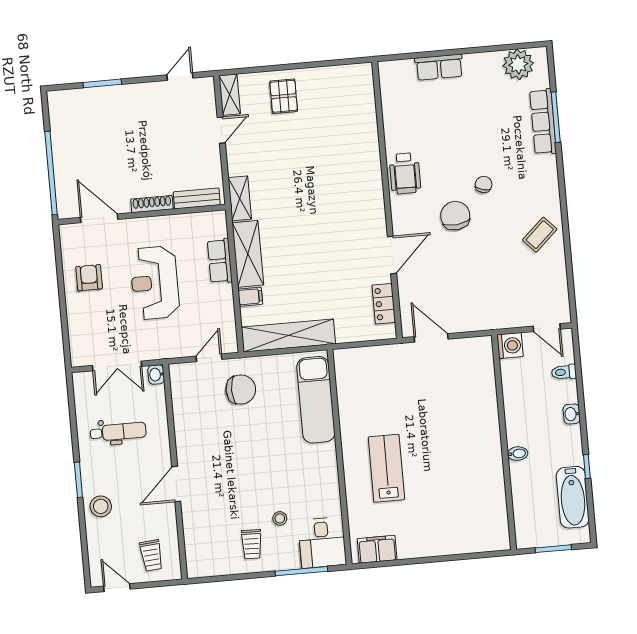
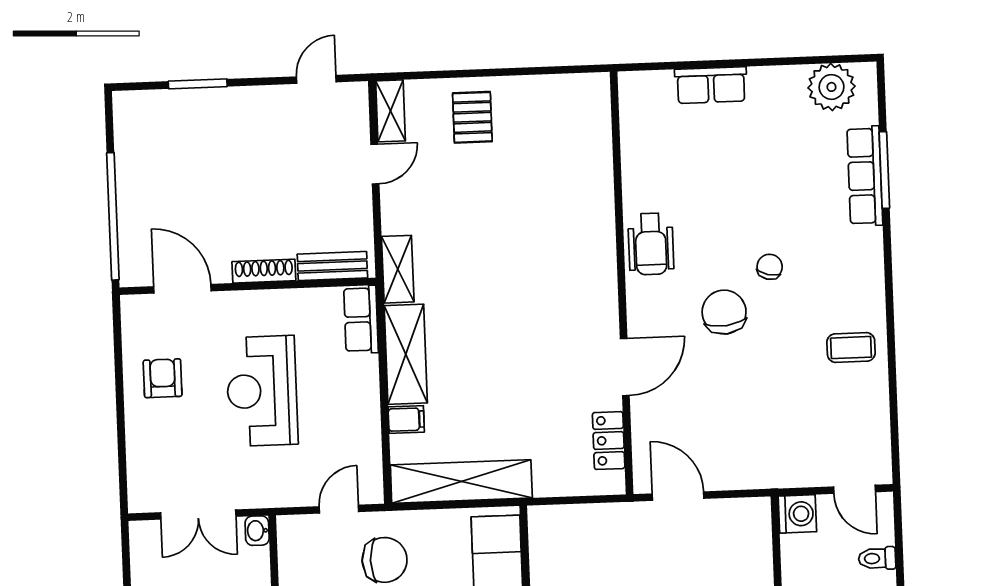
coffee table: (540, 235) -> (851, 348), turned 43
row of seats: (220, 261) -> (361, 319), moved

